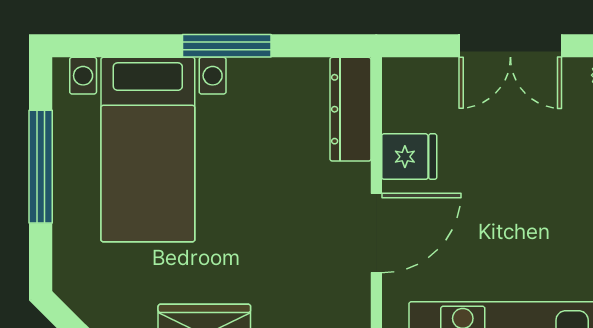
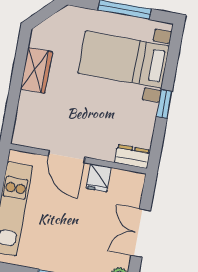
window: (227, 46) -> (164, 104), width x0.67
dresser: (350, 109) -> (132, 156), width x0.70

